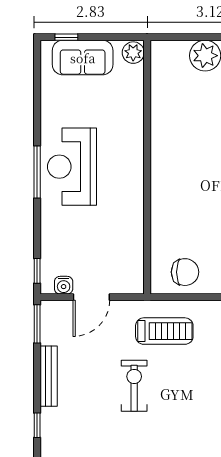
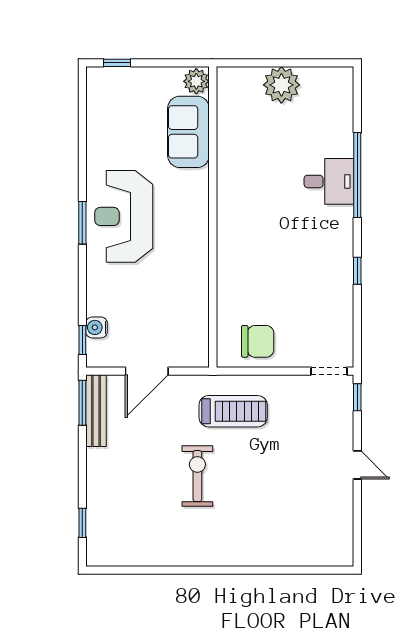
sofa: (83, 58) -> (188, 132), moved, turned 90
window: (37, 172) -> (82, 223), width x0.69
water cooler: (64, 285) -> (97, 327), moved, turned 90
bench: (49, 376) -> (96, 411), moved

